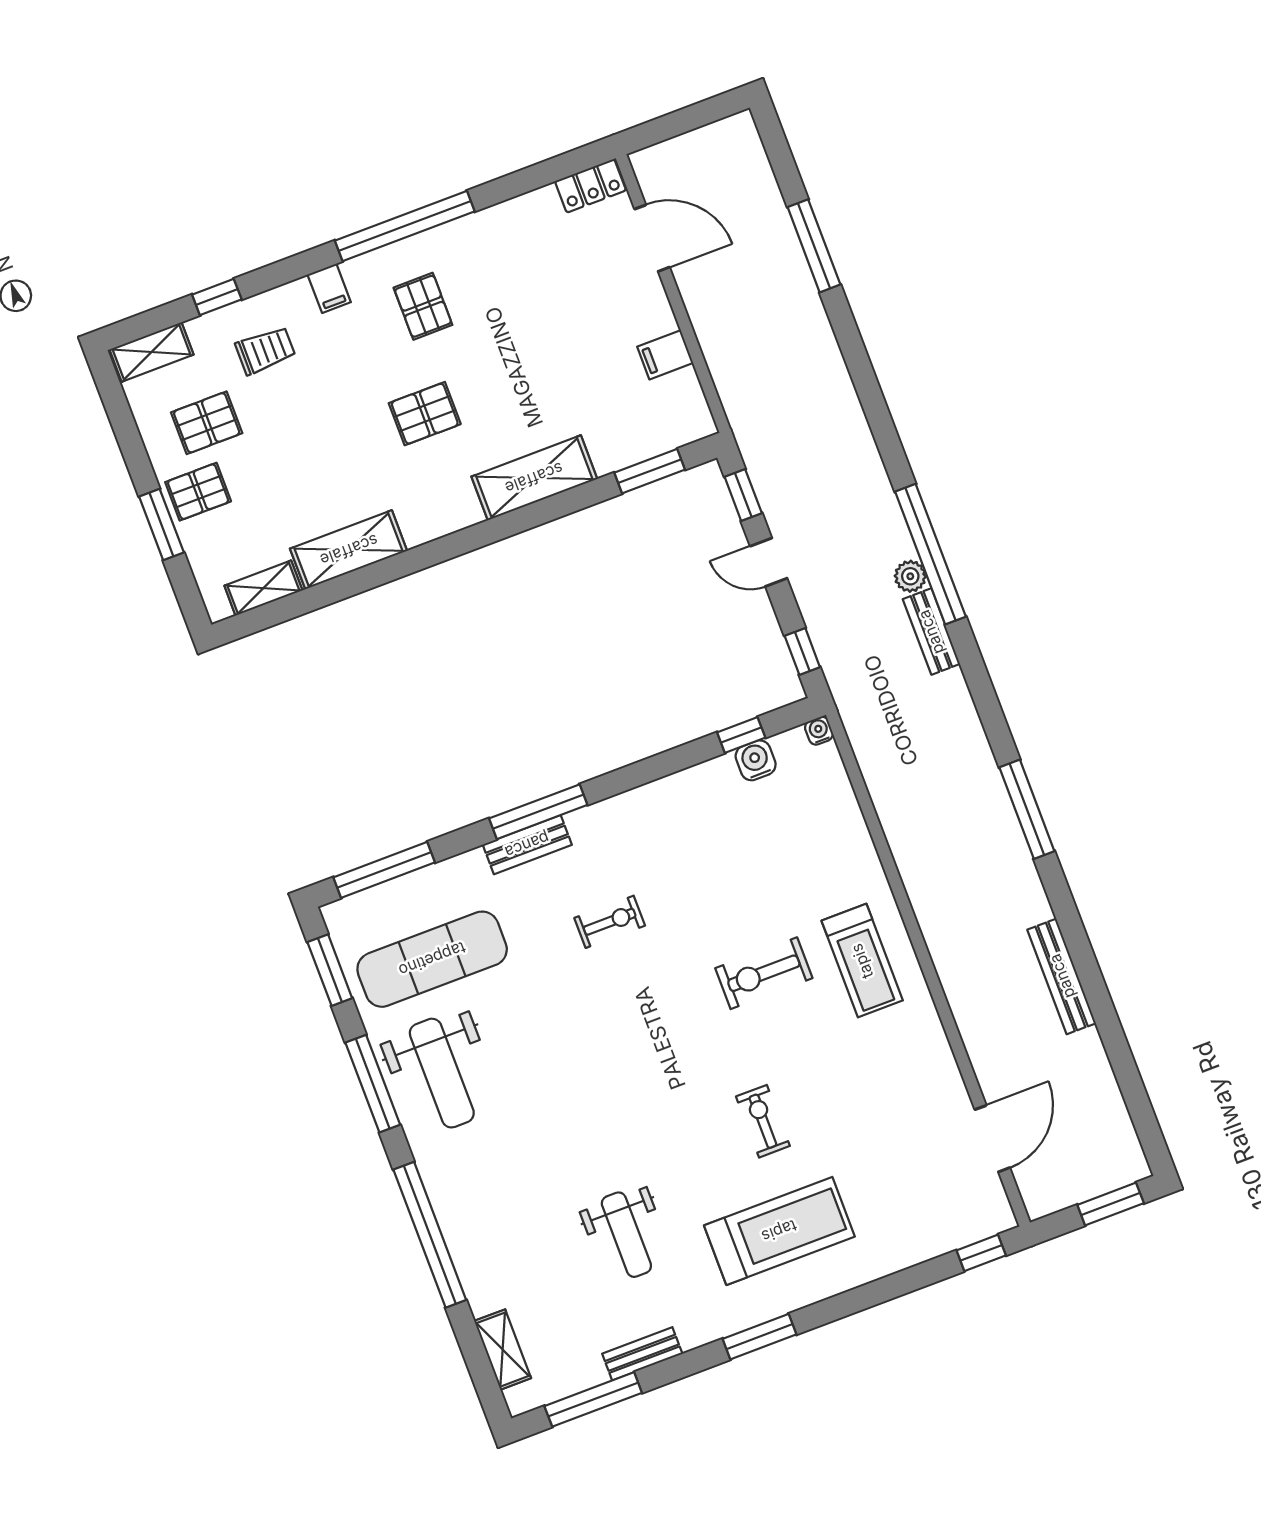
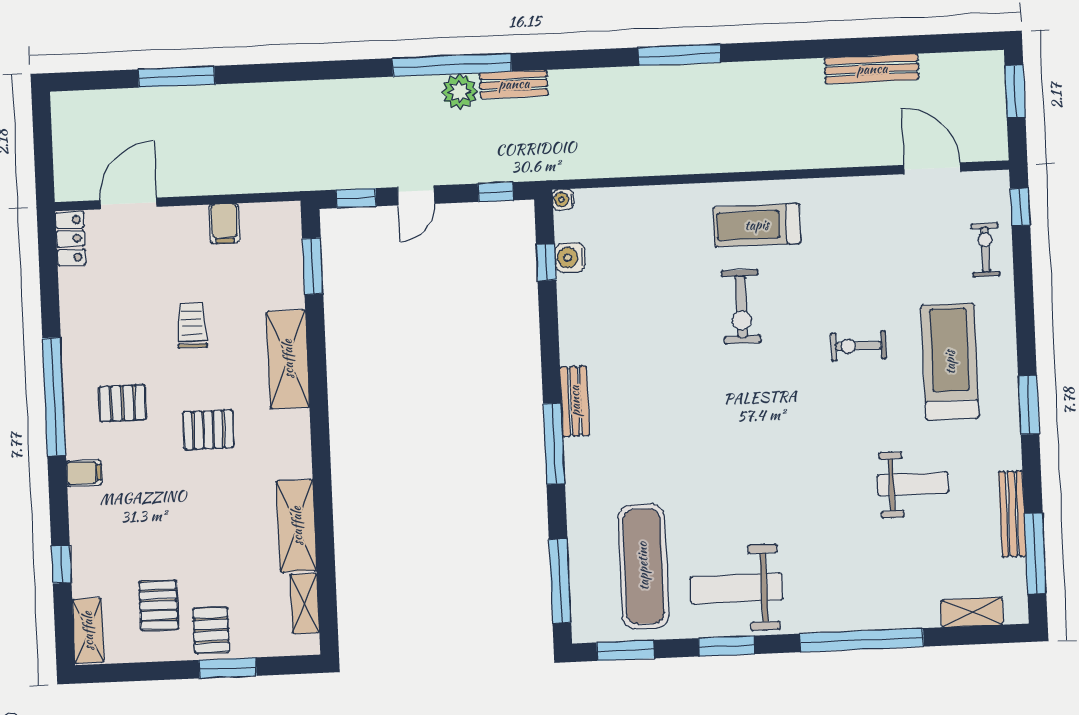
trolley: (265, 350) -> (192, 326), moved
pallet: (425, 414) -> (208, 430), turned 90
plant: (910, 576) -> (460, 92), width x1.38, depth x1.38
bench: (527, 845) -> (575, 401), moved
exercise bike: (610, 922) -> (985, 250), moved
treadmill: (862, 961) -> (757, 225), turned 180
bench: (1062, 976) -> (872, 69), moved
weight bench: (442, 1073) -> (736, 588), turned 180
window: (373, 1084) -> (727, 646), width x0.69
bench: (642, 1354) -> (1012, 514), width x1.36

